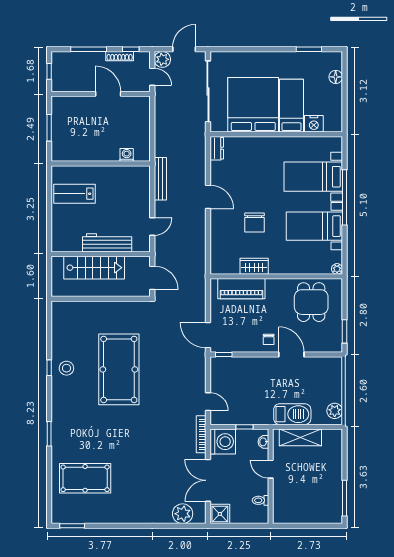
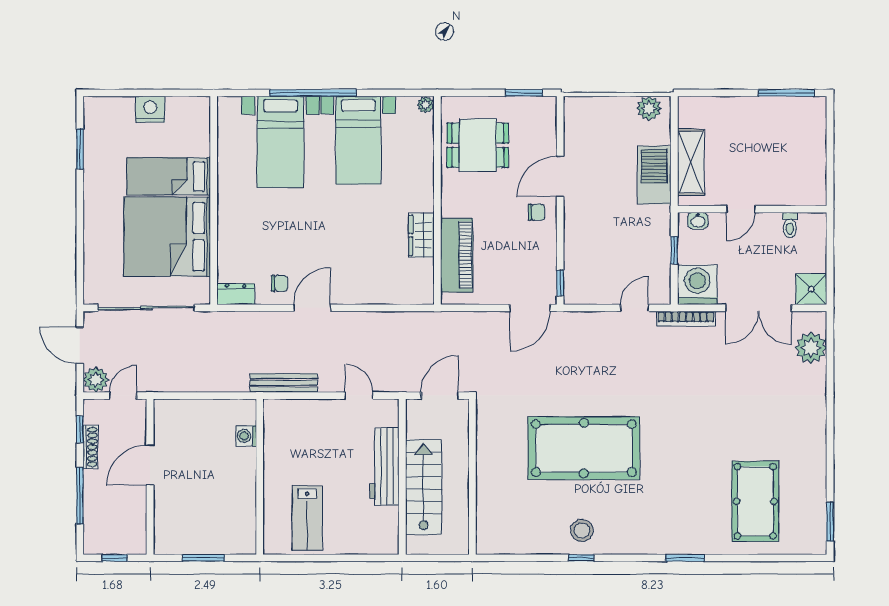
floor lamp: (336, 77) -> (123, 107), removed
nightstand: (314, 124) -> (150, 109), moved, turned -90
chair: (254, 222) -> (279, 283), moved, width x0.54, depth x0.54

